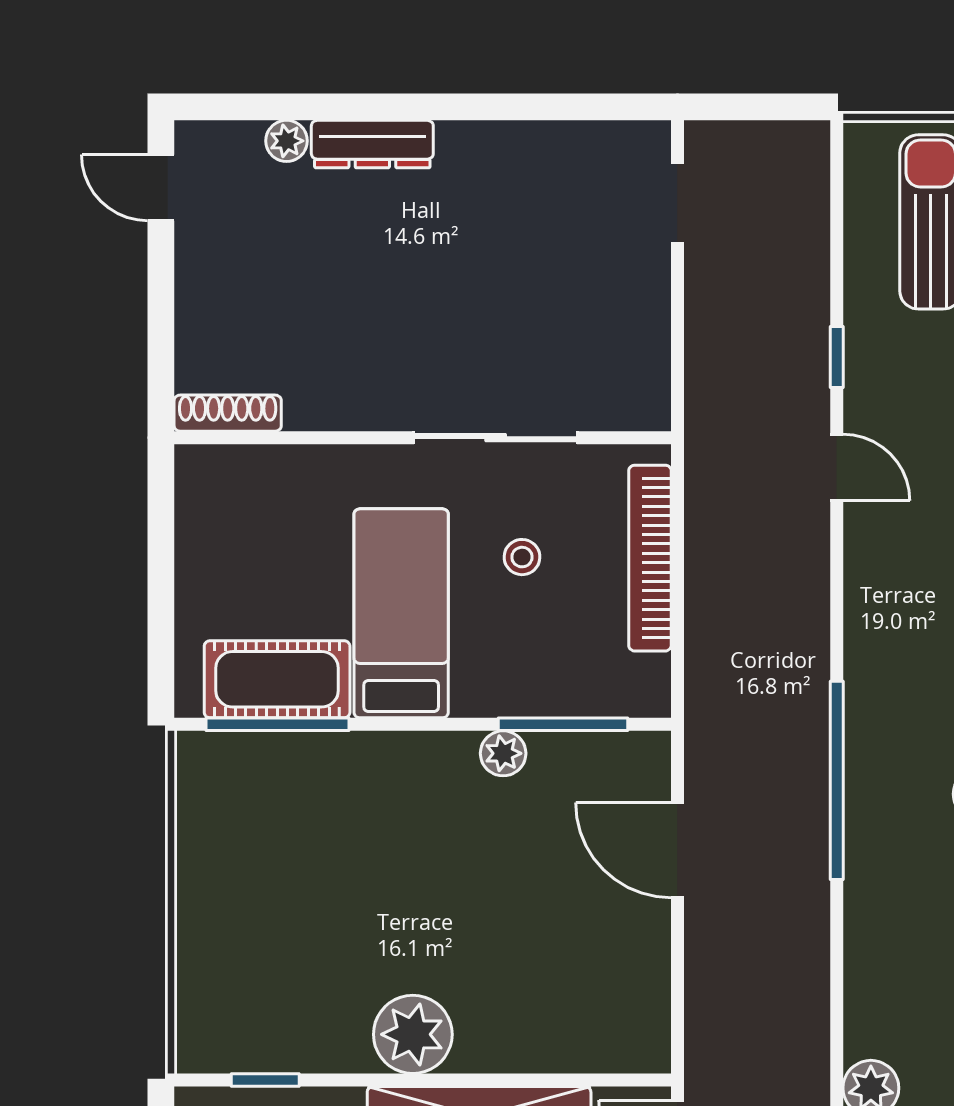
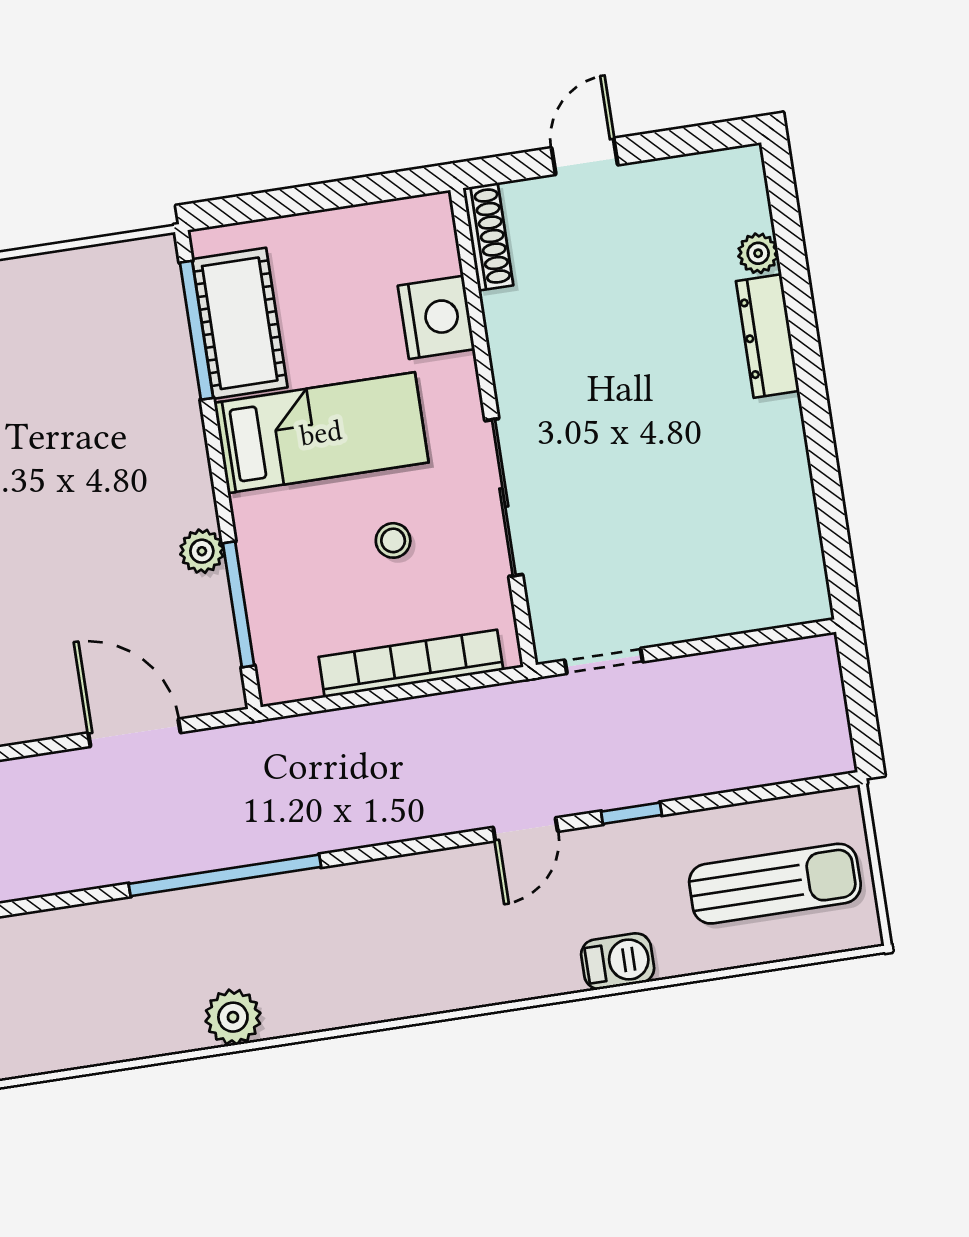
door: (161, 188) -> (585, 156), moved
doorway: (677, 203) -> (604, 661), moved
nightstand: (302, 478) -> (436, 317), added
door: (677, 850) -> (134, 733), hinge flipped

